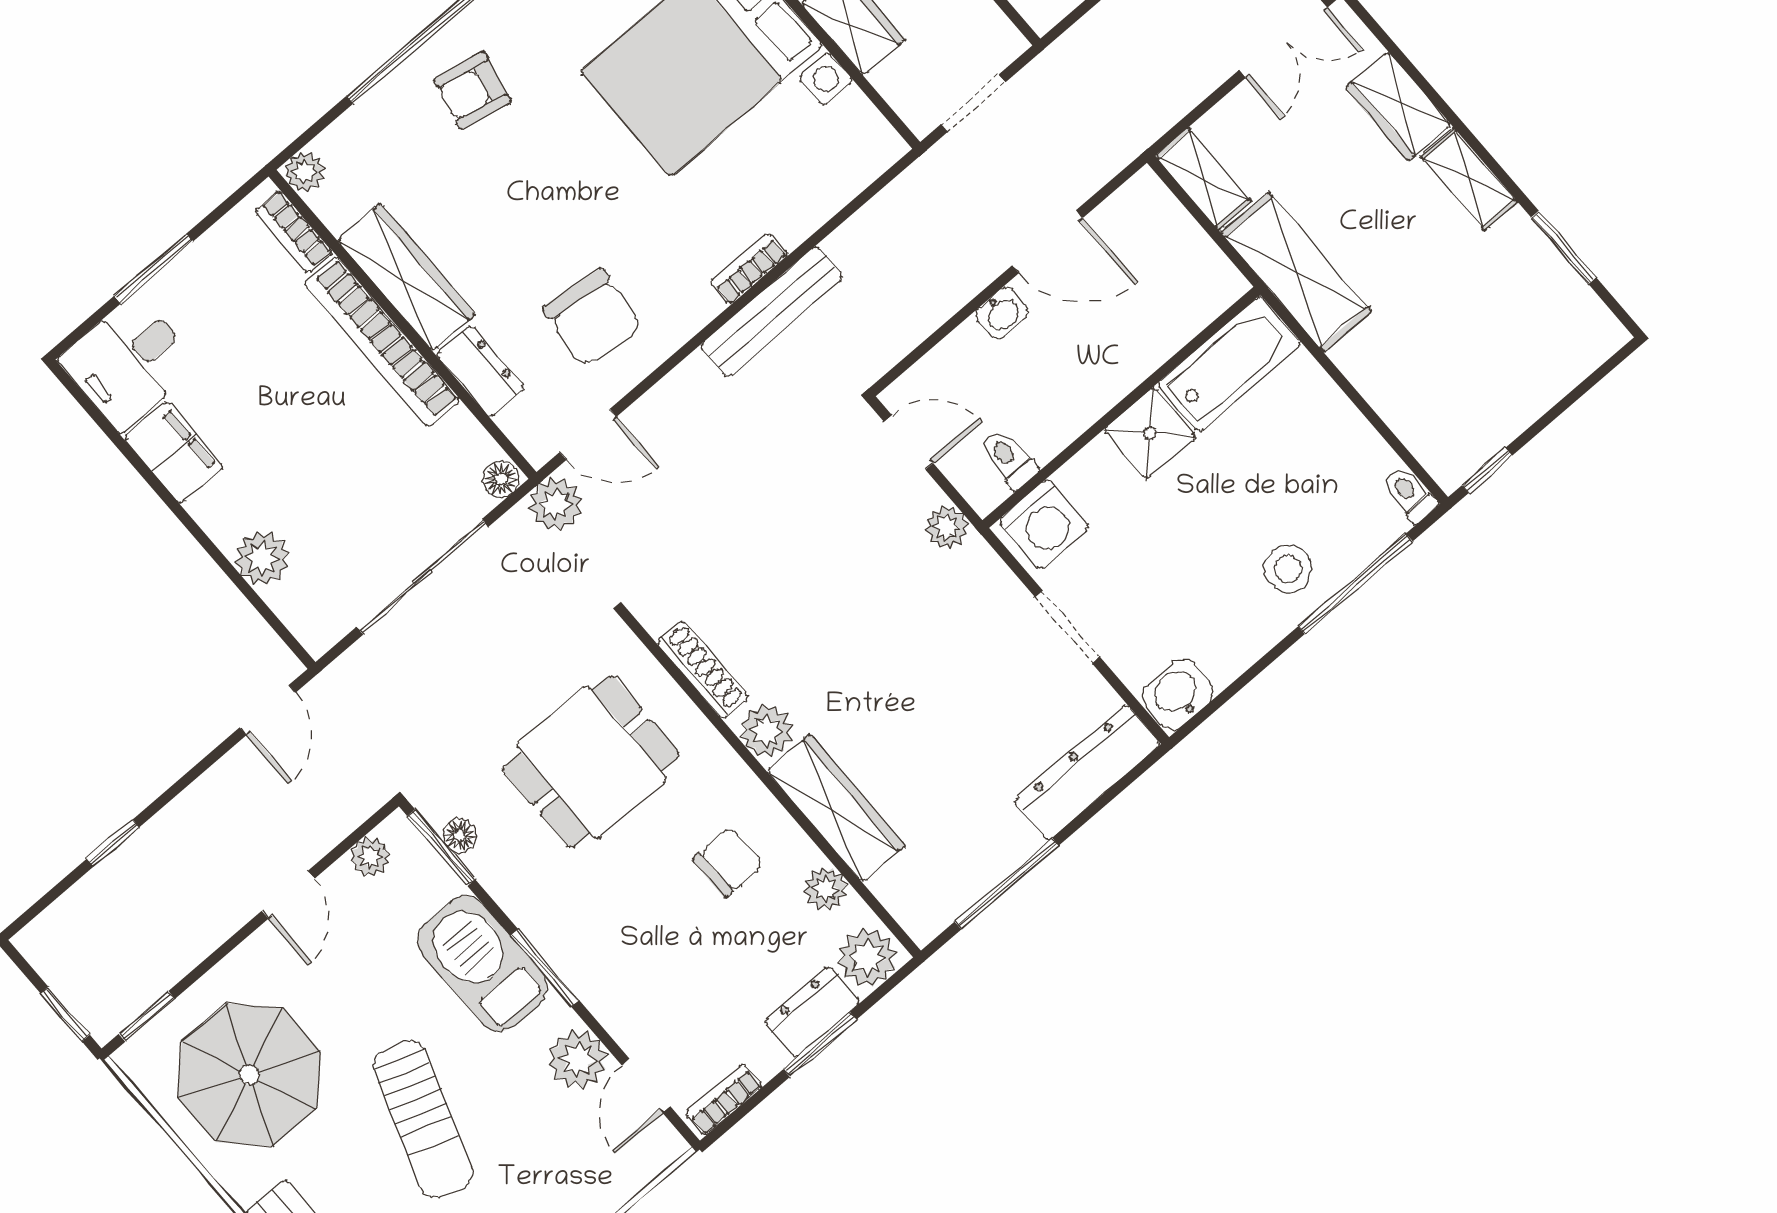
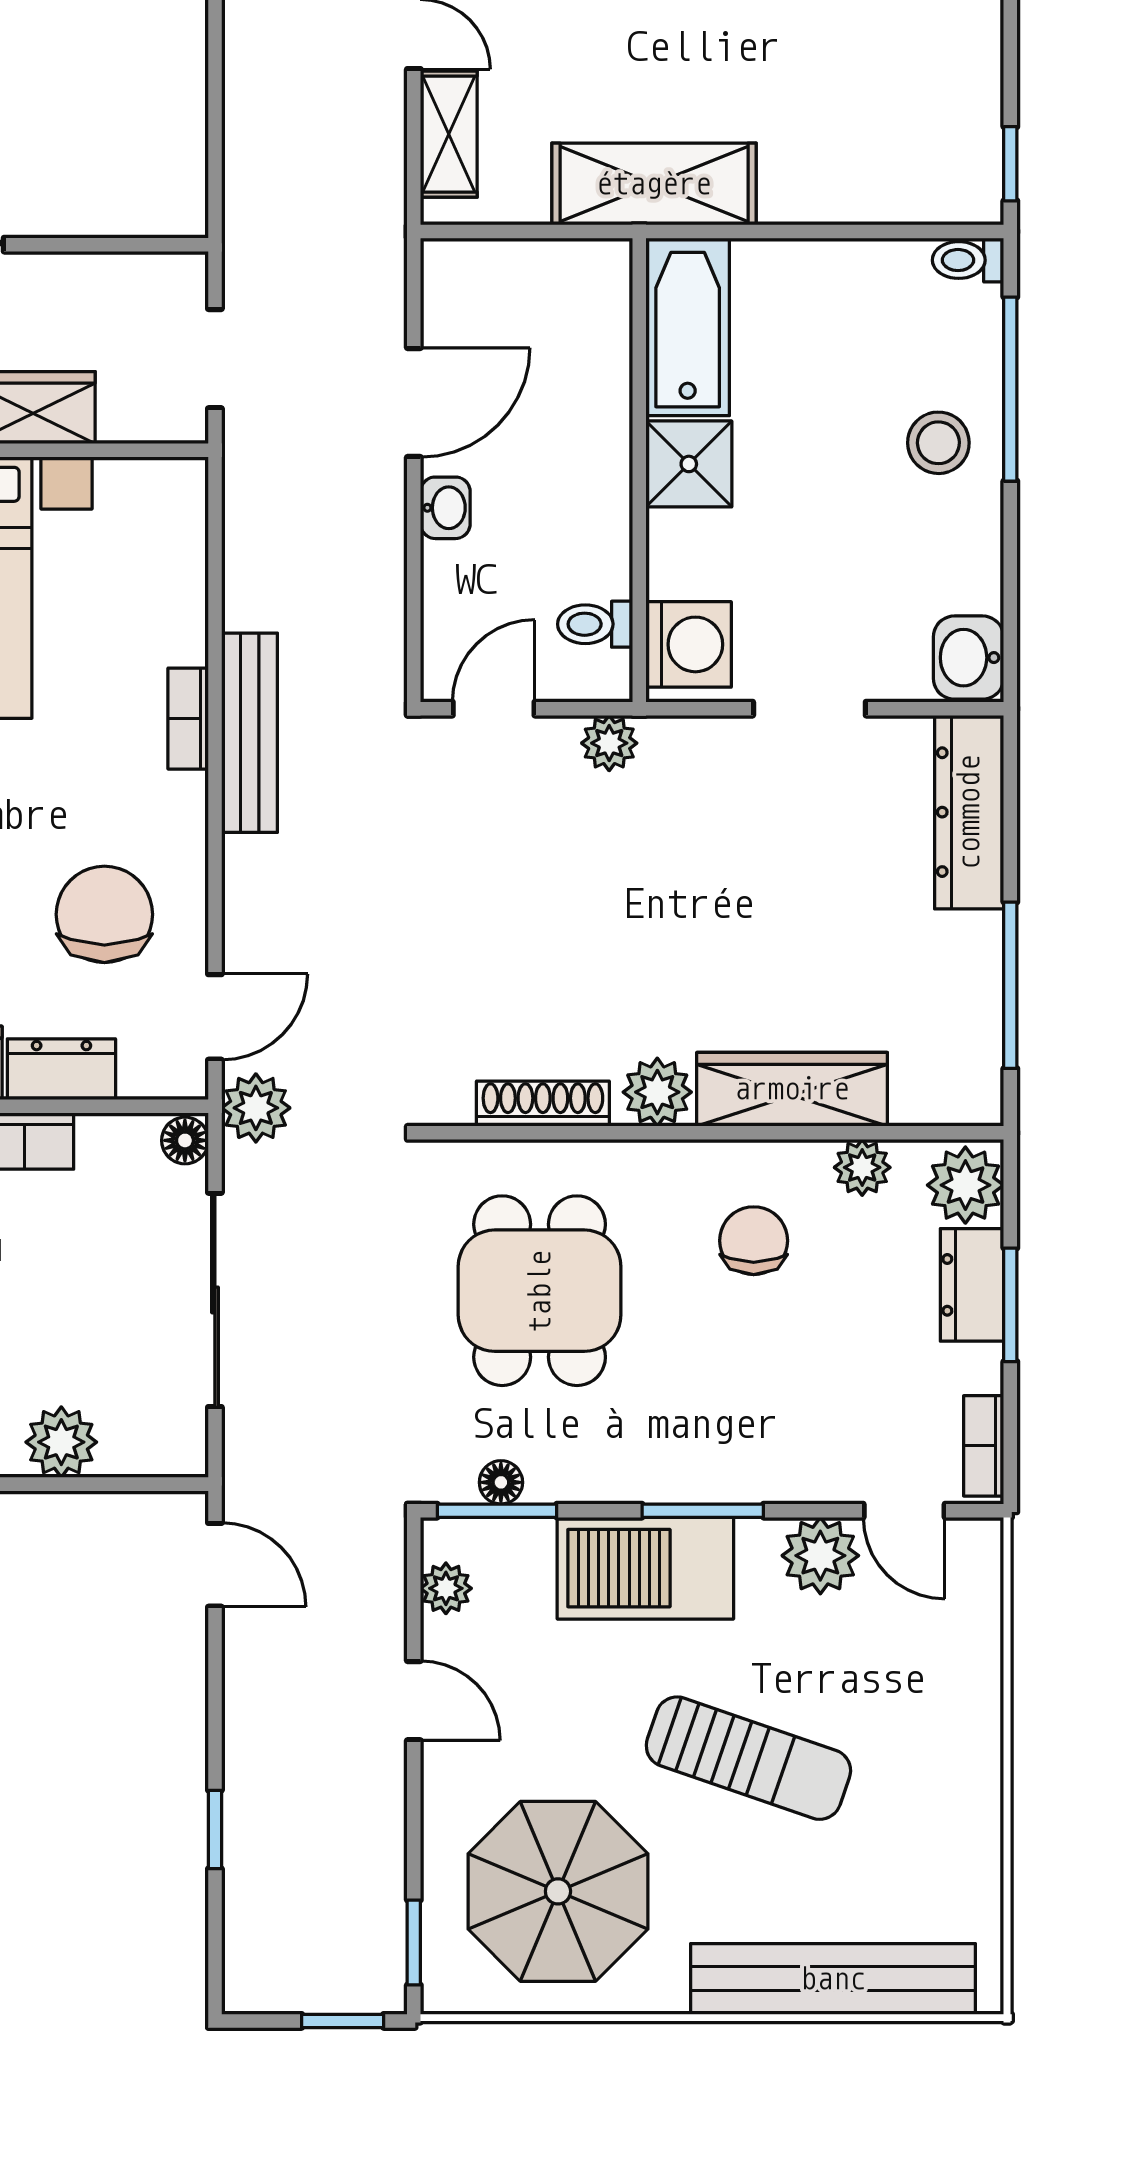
shelving: (1203, 179) -> (449, 134), moved, turned 90
chair: (592, 318) -> (104, 914), turned -97

